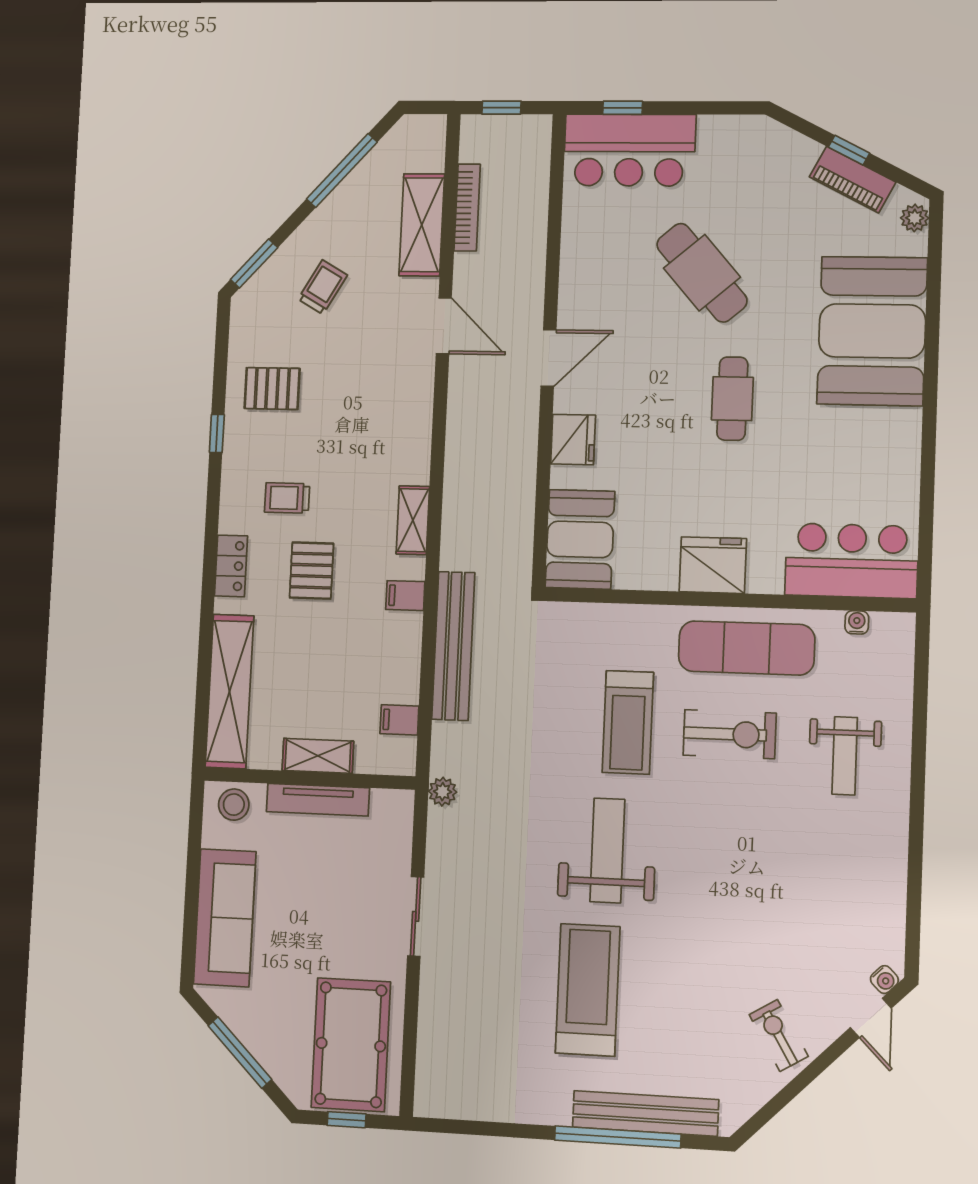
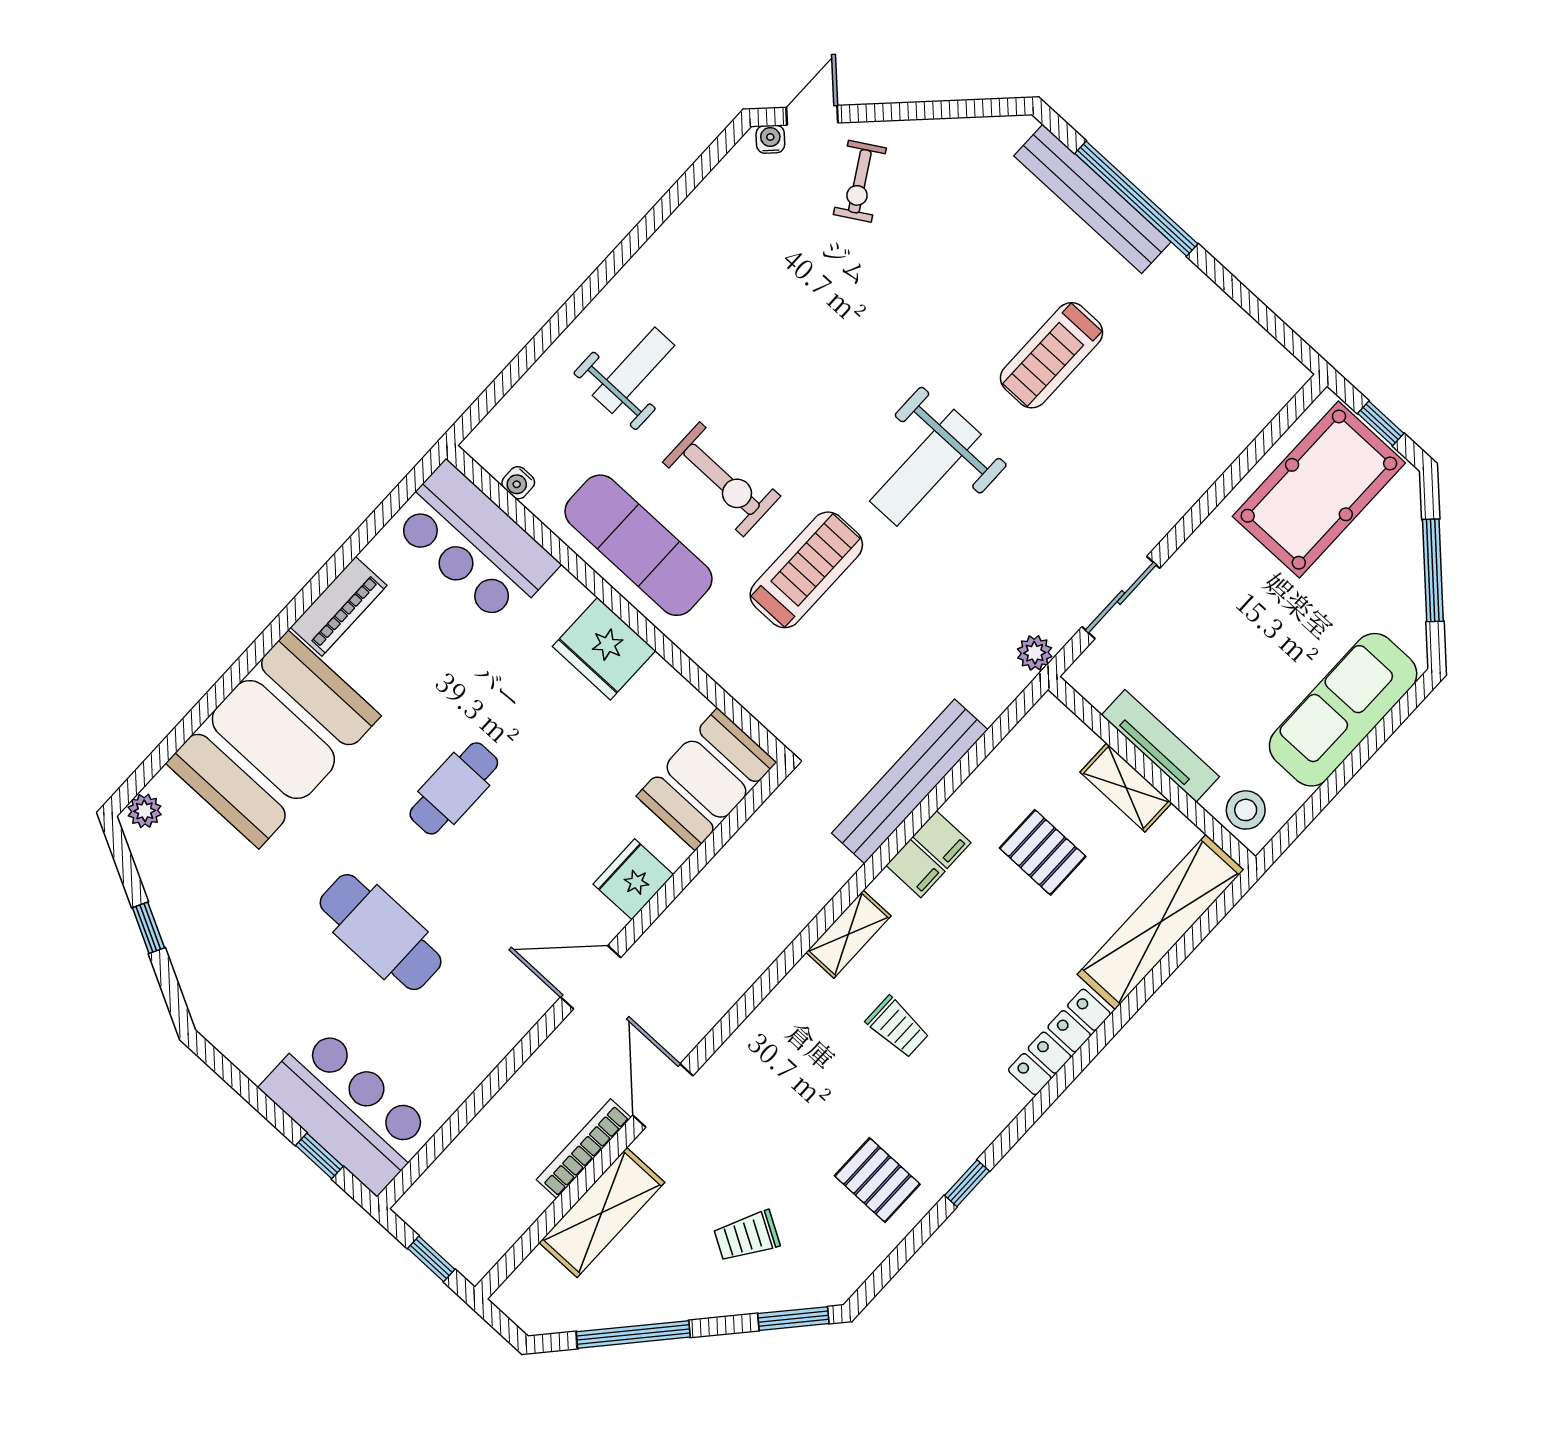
piano: (853, 180) -> (339, 606), moved, turned 63
bookcase: (467, 207) -> (584, 1149), moved
cafe table: (702, 273) -> (381, 932), turned -49
trolley: (287, 498) -> (897, 1027), moved
locker: (231, 566) -> (1059, 1042), width x1.53
pallet: (312, 571) -> (1043, 852), moved, turned 90
filing cabinet: (399, 720) -> (942, 840), moved
exercise bike: (730, 734) -> (722, 479), turned 180
sliding door: (416, 916) -> (1121, 597), moved
treadmill: (588, 990) -> (1052, 355), width x0.73, depth x0.73
exercise bike: (779, 1035) -> (860, 181), moved

